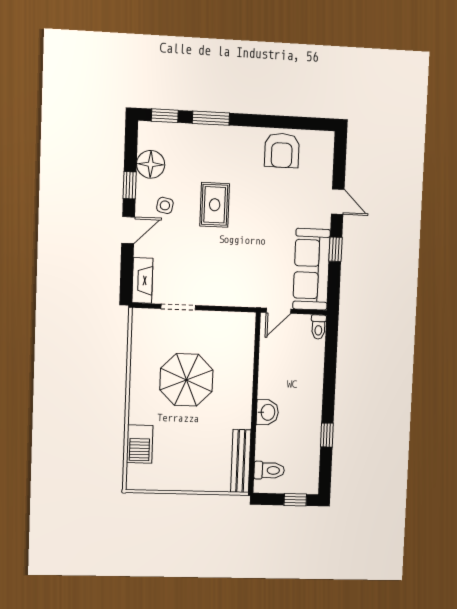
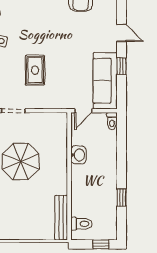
rug: (215, 205) -> (35, 70), moved
washbasin: (267, 412) -> (78, 155), moved

